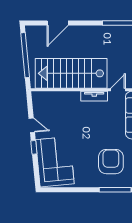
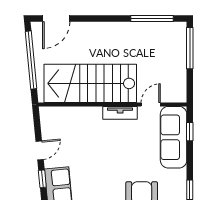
door: (58, 23) -> (56, 19), moved
door: (32, 125) -> (40, 150), hinge flipped

